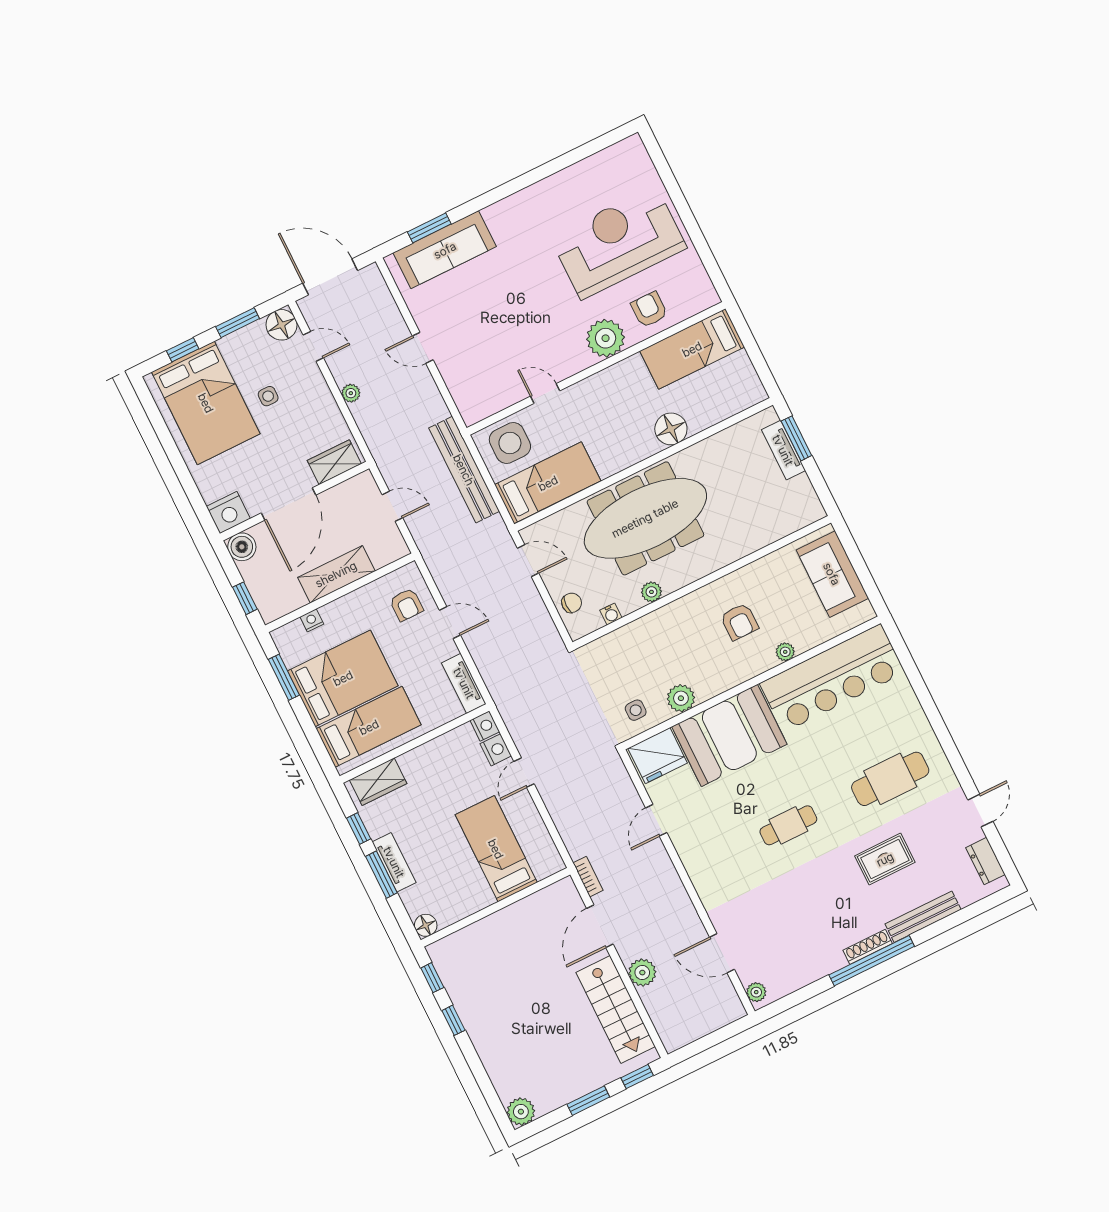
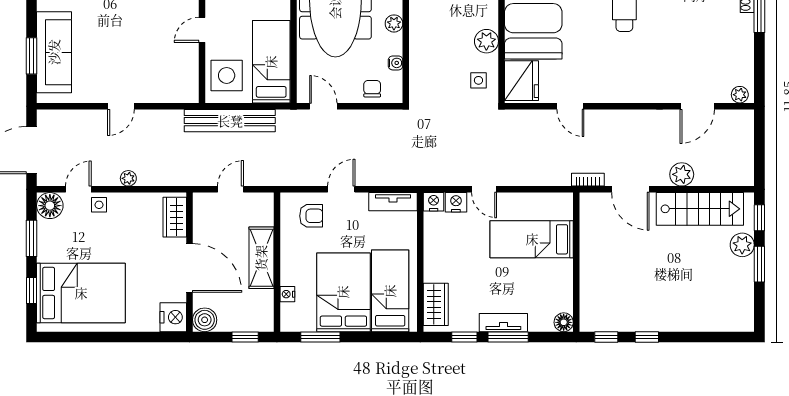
side table: (268, 396) -> (99, 205), moved
door: (528, 561) -> (323, 106), hinge flipped
plant: (521, 1112) -> (742, 245), moved

